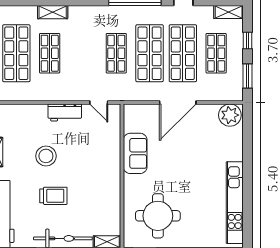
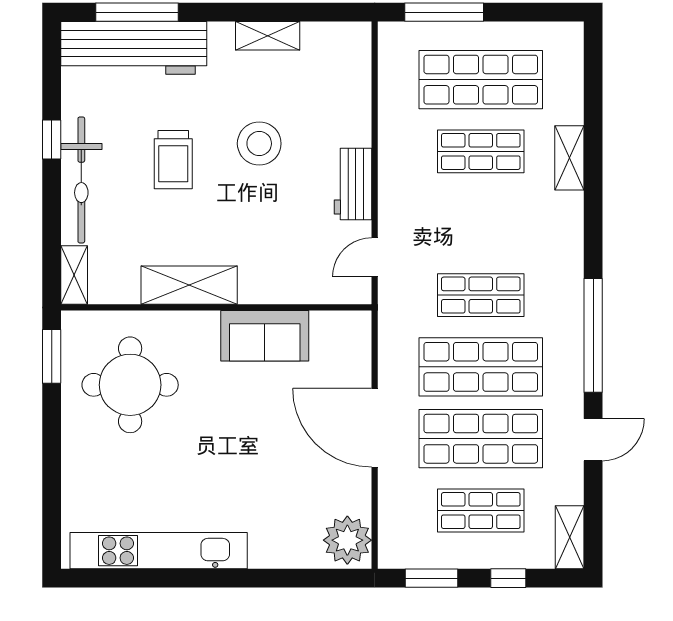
shelving: (112, 188) -> (189, 285), added

